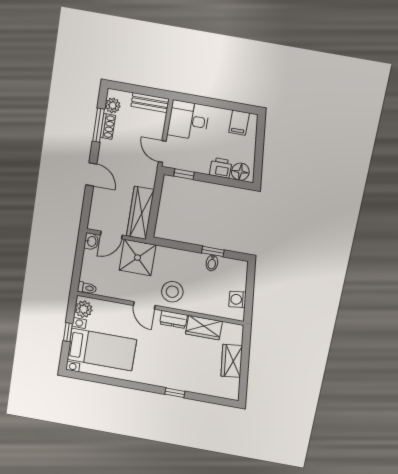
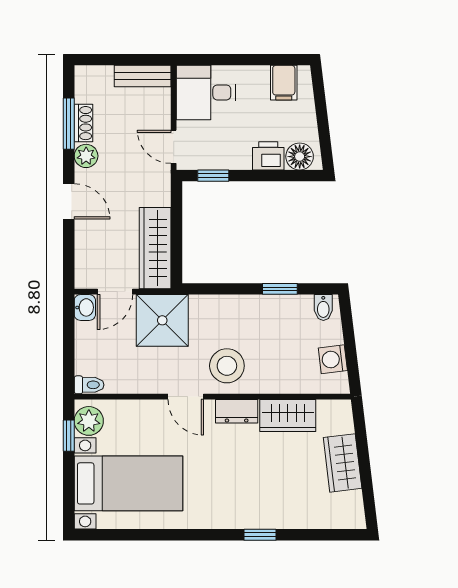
plant: (113, 105) -> (86, 156), moved
bidet: (212, 263) -> (323, 308), moved
window: (68, 332) -> (69, 436), moved

